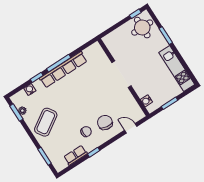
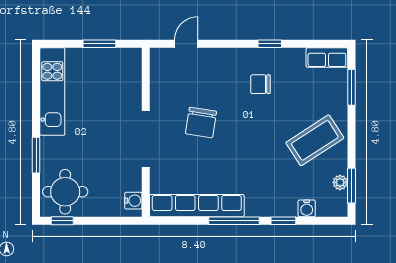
row of seats: (63, 70) -> (197, 206), moved
water cooler: (146, 101) -> (133, 201), moved
chair: (105, 123) -> (201, 122), moved
door: (131, 128) -> (186, 44), swing flipped
row of seats: (75, 155) -> (327, 57), moved

